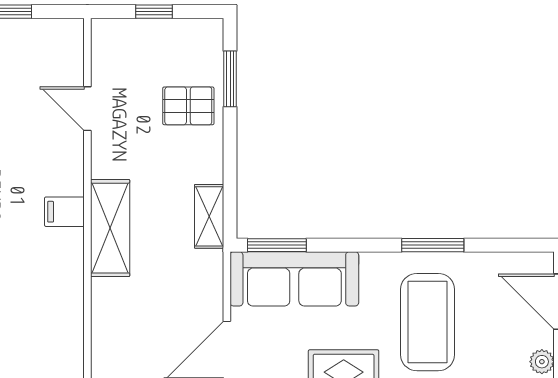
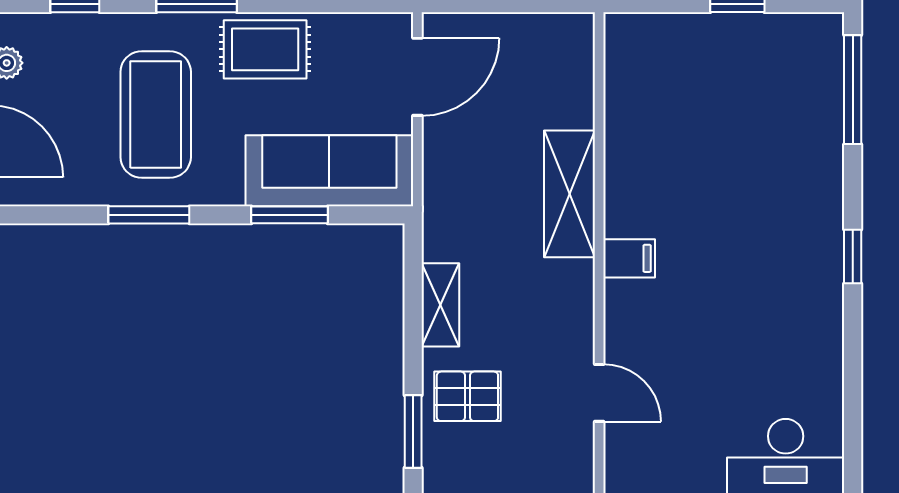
shelving: (209, 216) -> (440, 305), moved
shelving: (110, 228) -> (569, 194), moved
window: (277, 245) -> (289, 215), moved

